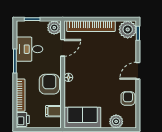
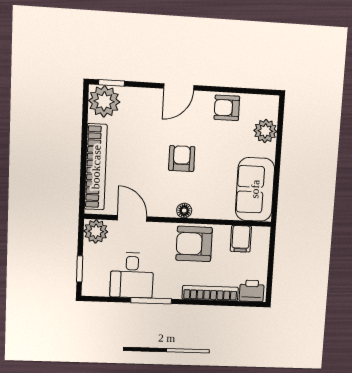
door: (138, 71) -> (179, 87), hinge flipped
armchair: (98, 74) -> (182, 159), added

